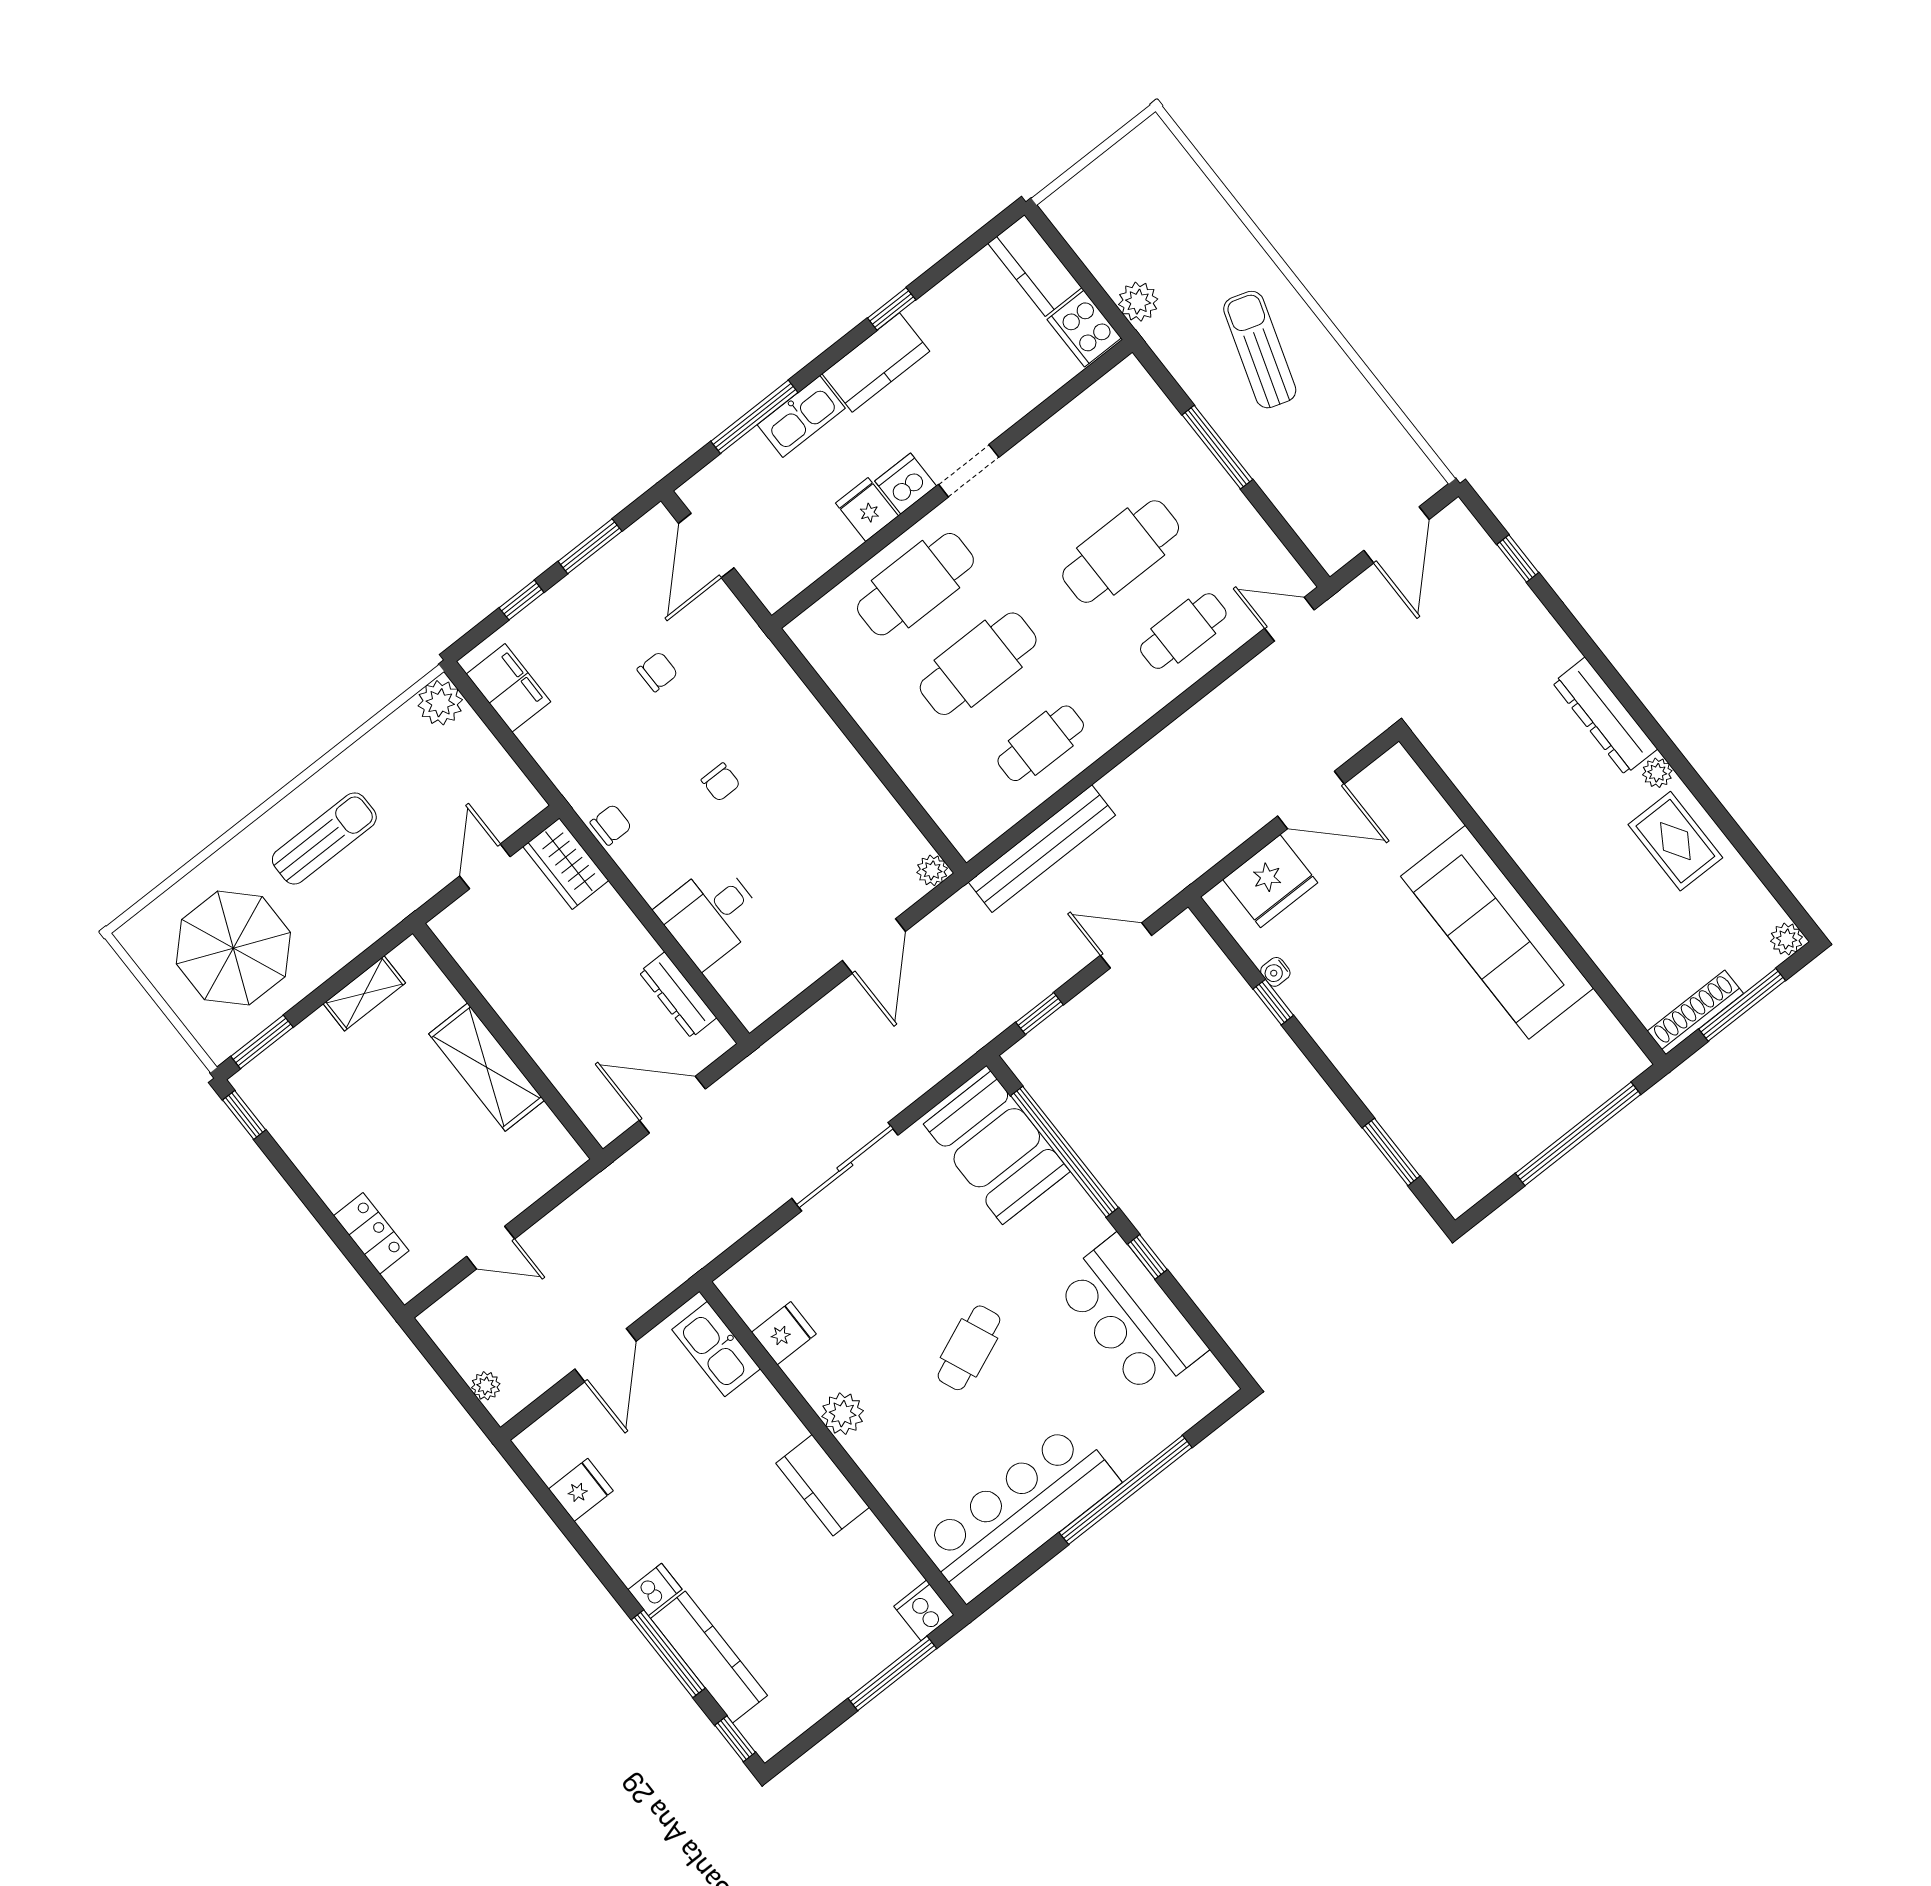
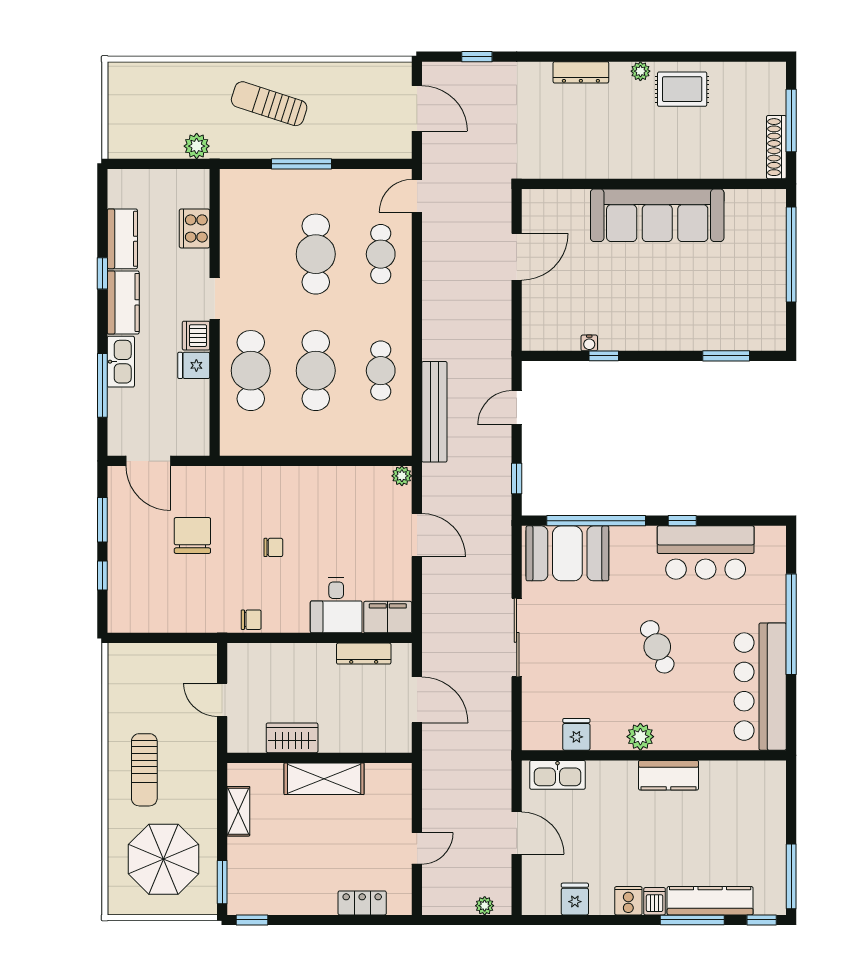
kitchen counter: (1035, 265) -> (122, 239), moved, turned -90
cooker: (1084, 329) -> (195, 228), moved, turned 90
chair: (657, 672) -> (192, 535), width x1.87, depth x1.87
filing cabinet: (508, 688) -> (388, 617), moved
plant: (440, 703) -> (122, 657), removed
dresser: (1605, 716) -> (581, 72), width x0.73, depth x0.80
chair: (611, 825) -> (251, 620), turned 90
sun lounger: (324, 838) -> (144, 770), turned 180
wardrobe: (566, 864) -> (292, 738), moved, turned 180
fridge: (1270, 881) -> (541, 309), removed
plant: (1787, 939) -> (776, 72), removed
door: (672, 1105) -> (417, 700), swing flipped
cooker: (924, 1610) -> (628, 901), moved, turned 90
window: (892, 1673) -> (791, 876), moved

